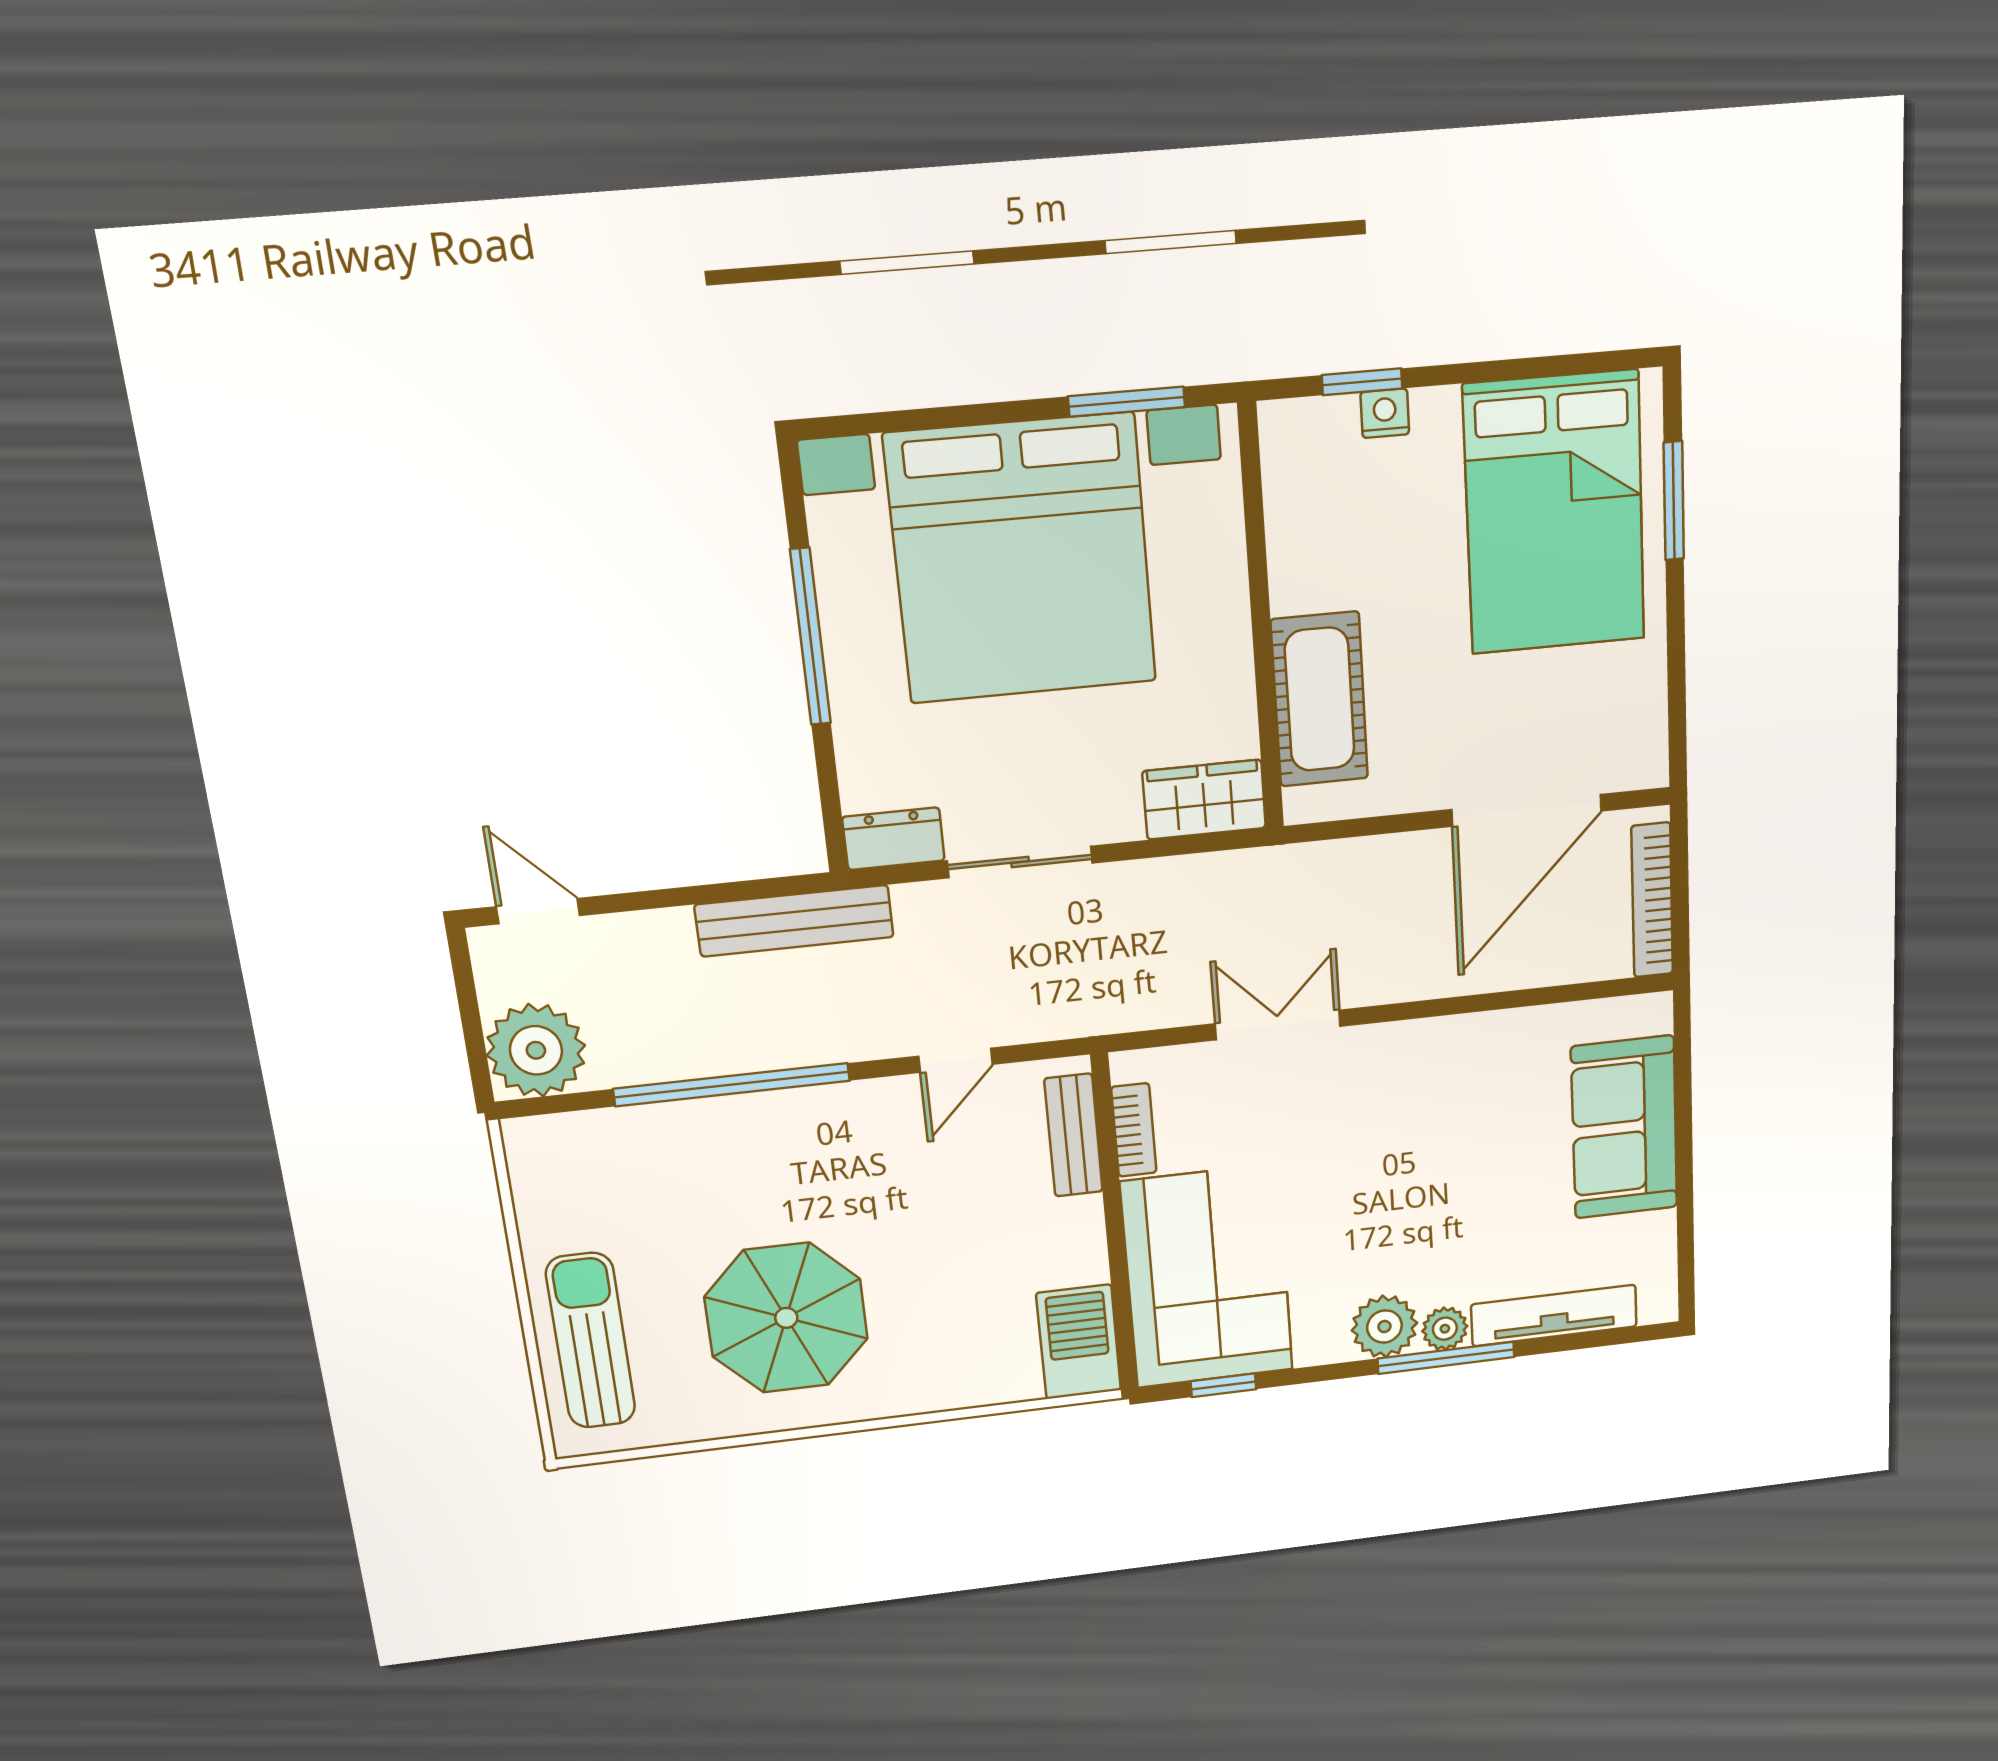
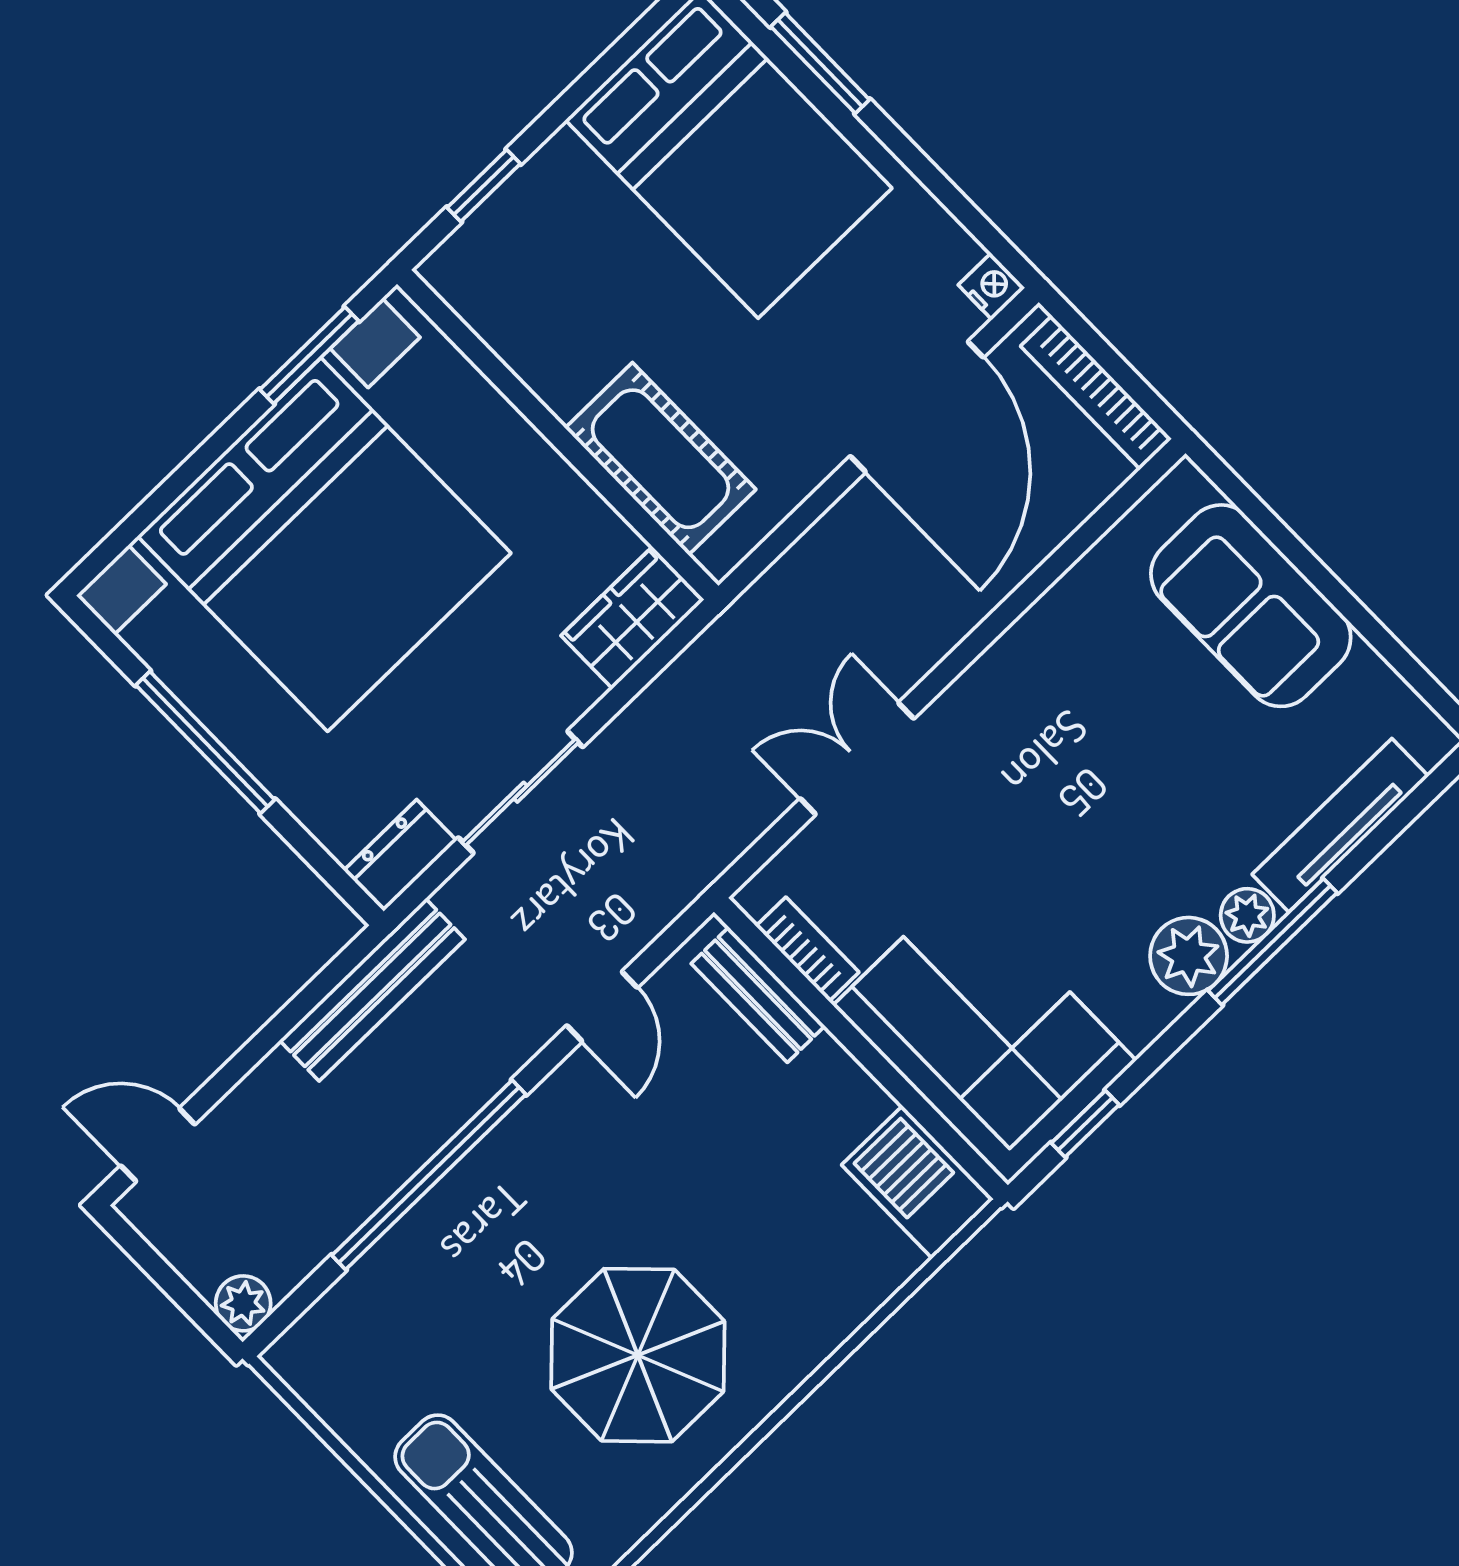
nightstand: (1385, 413) -> (992, 286), moved, turned 90
plant: (536, 1050) -> (243, 1303), width x0.53, depth x0.53

